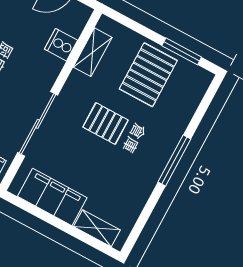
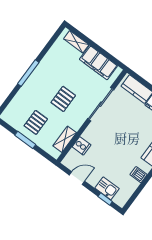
window: (182, 51) -> (25, 140), moved
pallet: (148, 75) -> (36, 122), width x0.67, depth x0.71
pallet: (106, 124) -> (63, 99), turned 90

